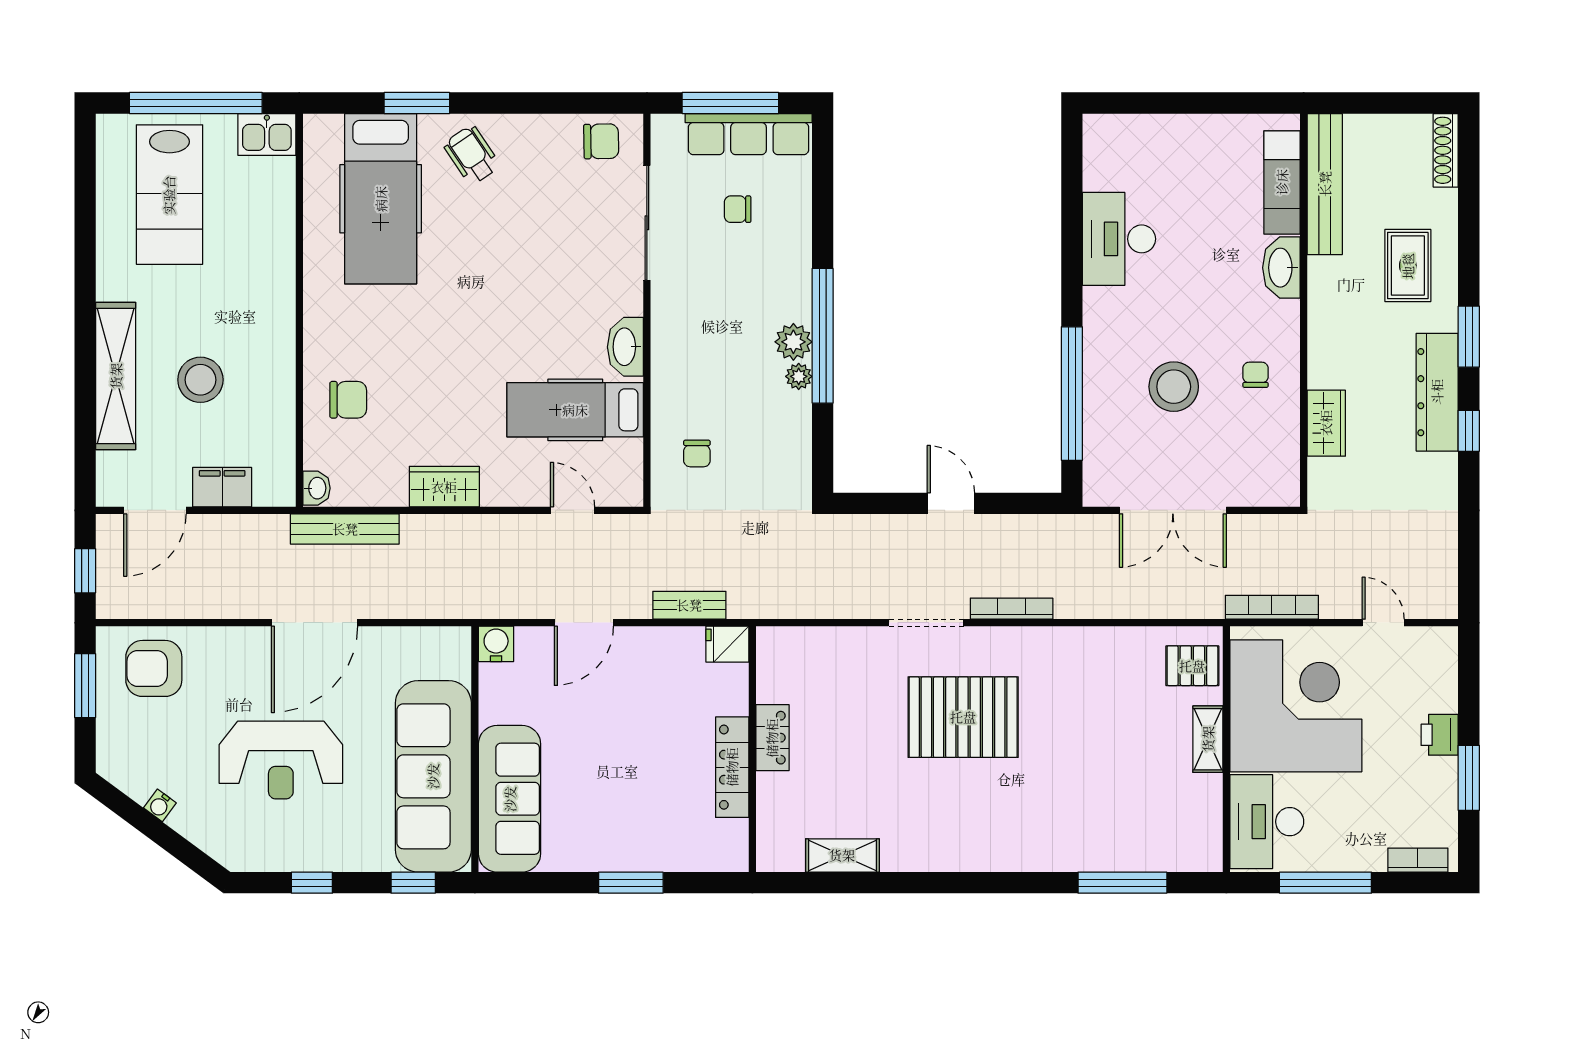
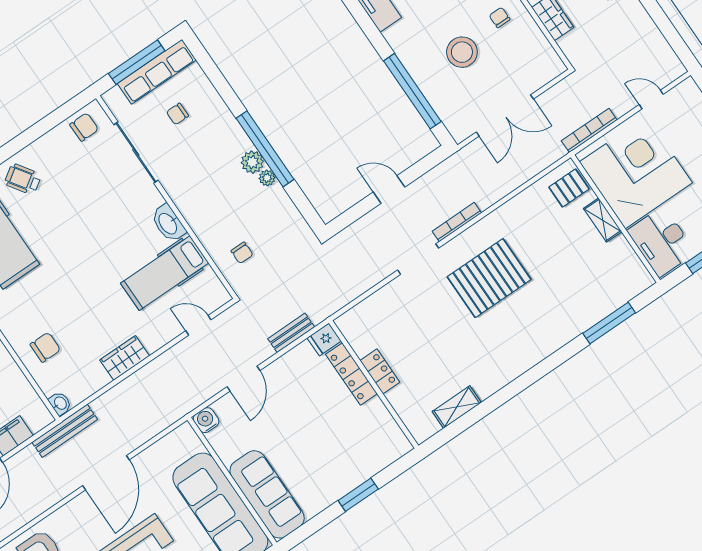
bench: (345, 529) -> (65, 431), moved
pallet: (963, 717) -> (489, 278), moved
locker: (732, 767) -> (351, 374), moved

